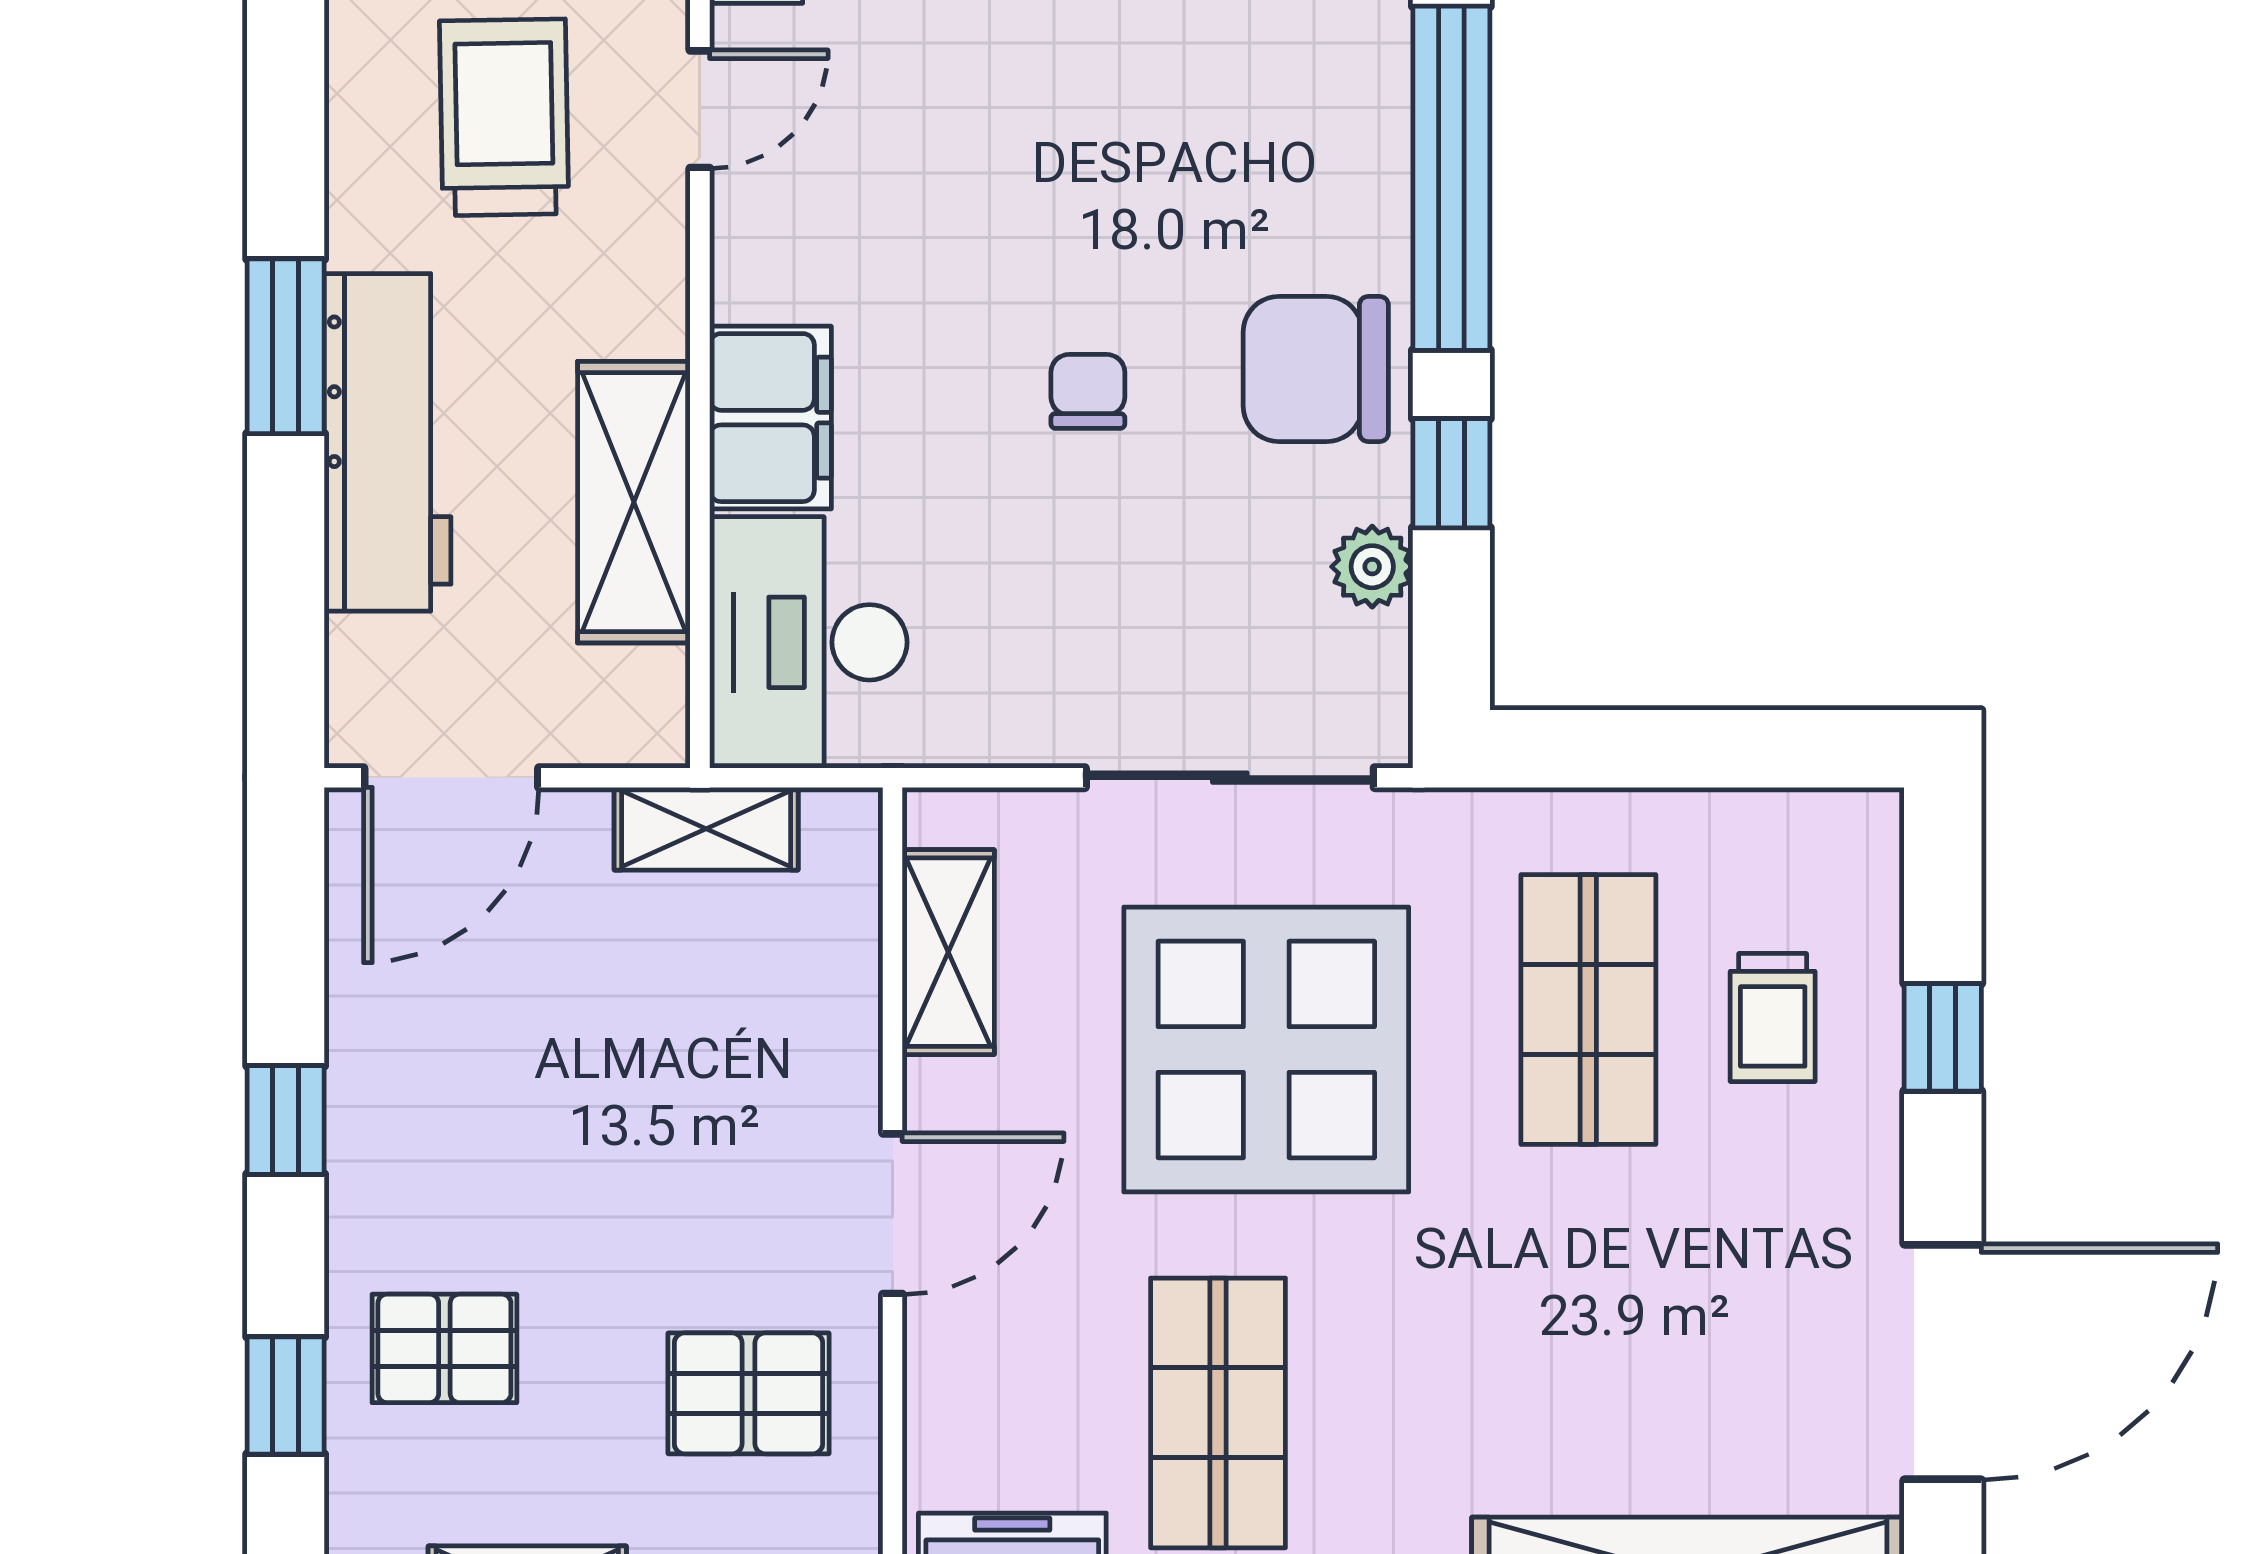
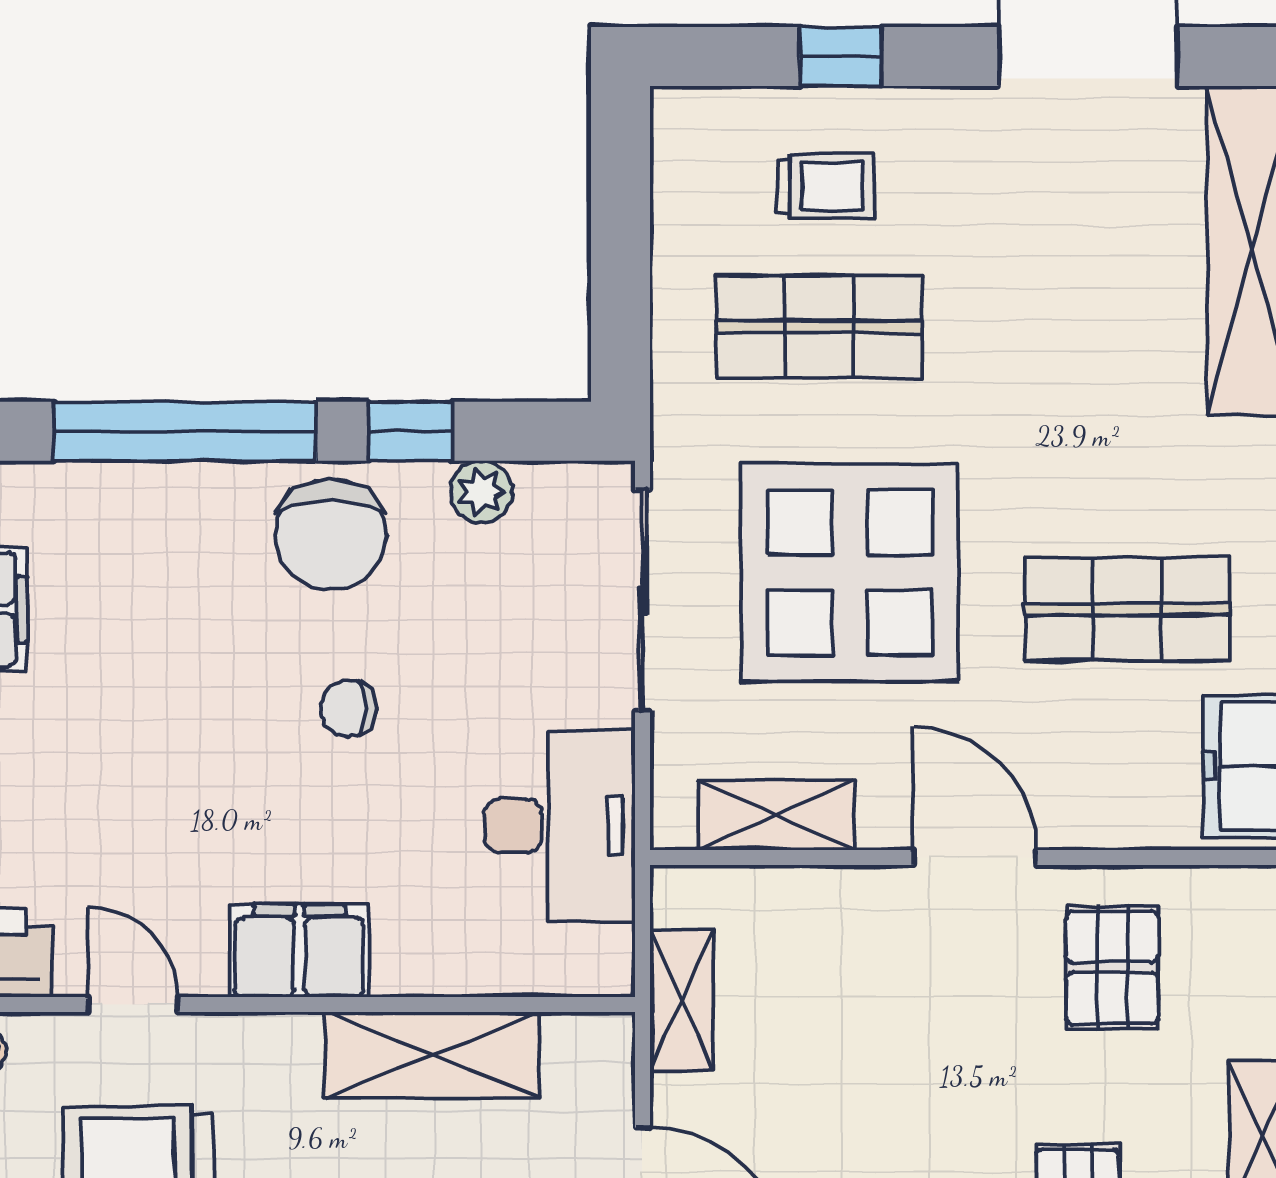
filing cabinet: (770, 418) -> (299, 951), moved
desk: (808, 642) -> (560, 826), moved, turned -90

